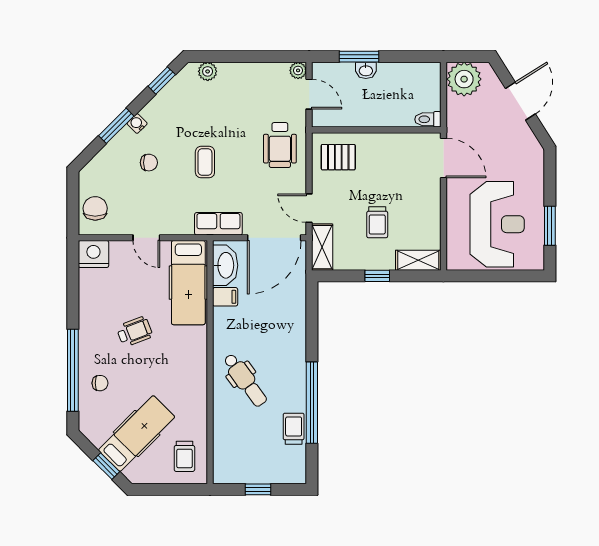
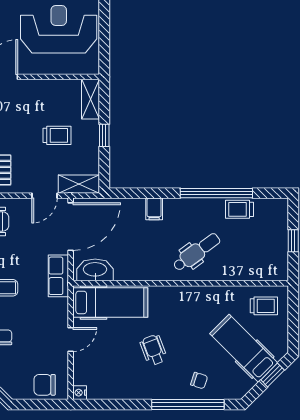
door: (274, 238) -> (71, 227), hinge flipped
nightstand: (93, 254) -> (80, 393), width x0.53, depth x0.56
filing cabinet: (225, 297) -> (154, 209), moved, turned 180
chair: (100, 383) -> (199, 381), turned 108

